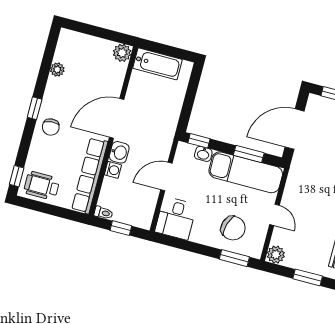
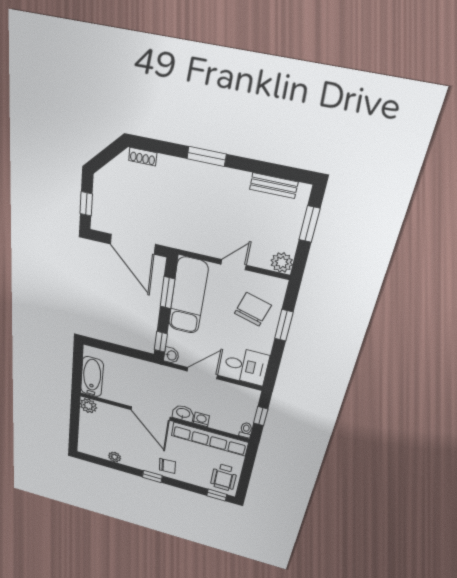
washbasin: (203, 154) -> (171, 355), moved
door: (166, 177) -> (202, 373), swing flipped
window: (234, 258) -> (284, 325), moved

